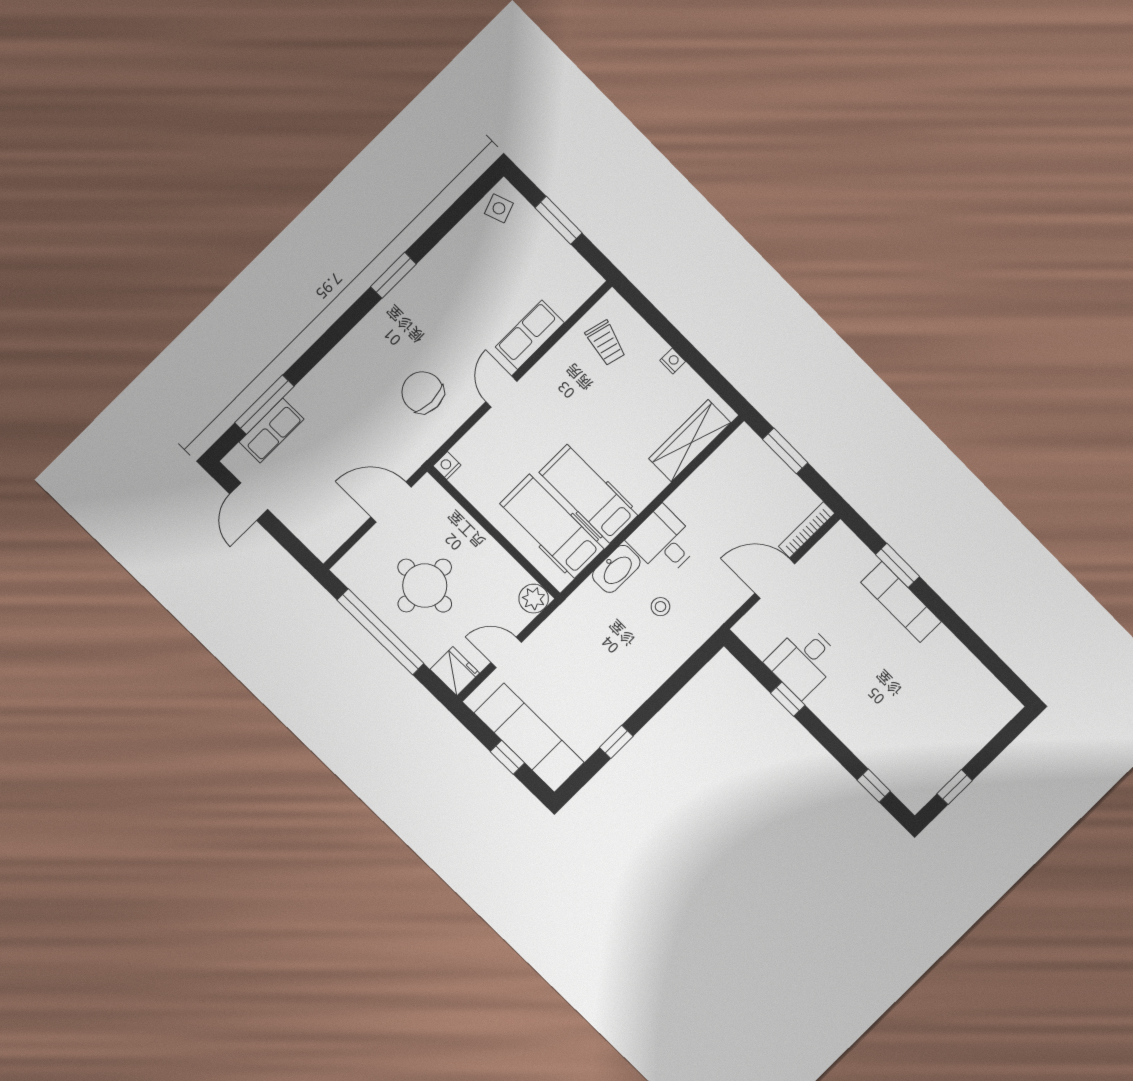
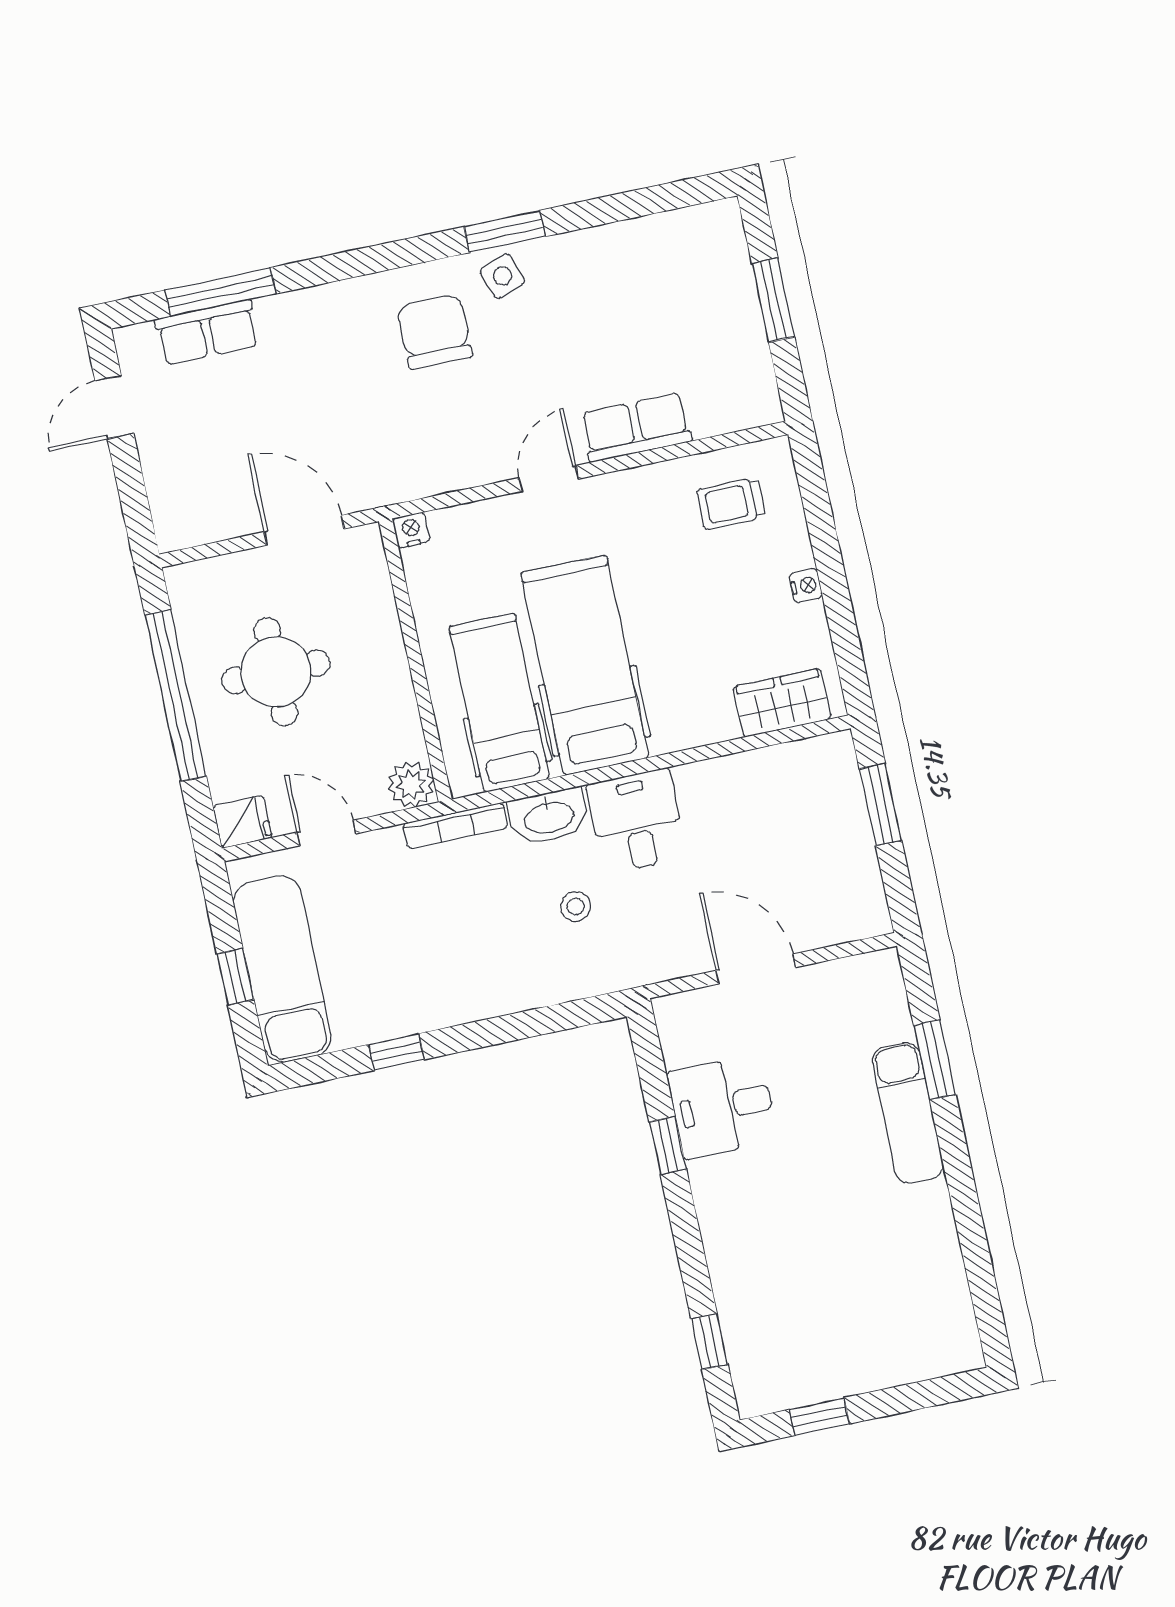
side table: (499, 208) -> (502, 276), moved
trolley: (606, 343) -> (731, 503), turned 76
chair: (423, 392) -> (435, 332), moved
wardrobe: (690, 441) -> (782, 703), width x0.67
hospital bed: (588, 494) -> (585, 665), width x1.37, depth x1.29
bookcase: (807, 530) -> (455, 826), moved, turned 180
fridge: (455, 671) -> (242, 822), width x0.72

